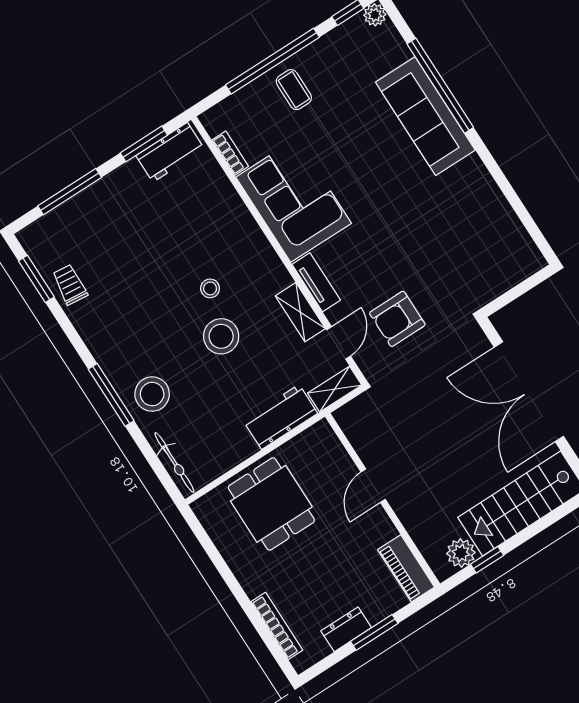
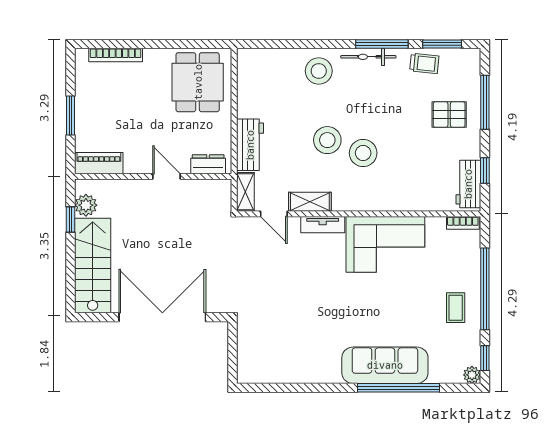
coffee table: (294, 90) -> (456, 308), moved, turned 90
window: (144, 144) -> (485, 170), width x0.67
bookcase: (230, 153) -> (463, 223), moved
pallet: (108, 222) -> (449, 115), added
stool: (210, 288) -> (363, 153), width x1.89, depth x1.89
armchair: (397, 319) -> (265, 262), removed
window: (111, 395) -> (382, 44), moved
bicycle: (174, 463) -> (368, 57), moved
dining table: (271, 504) -> (198, 82), moved, turned 90
dresser: (346, 629) -> (208, 164), moved, turned -90

